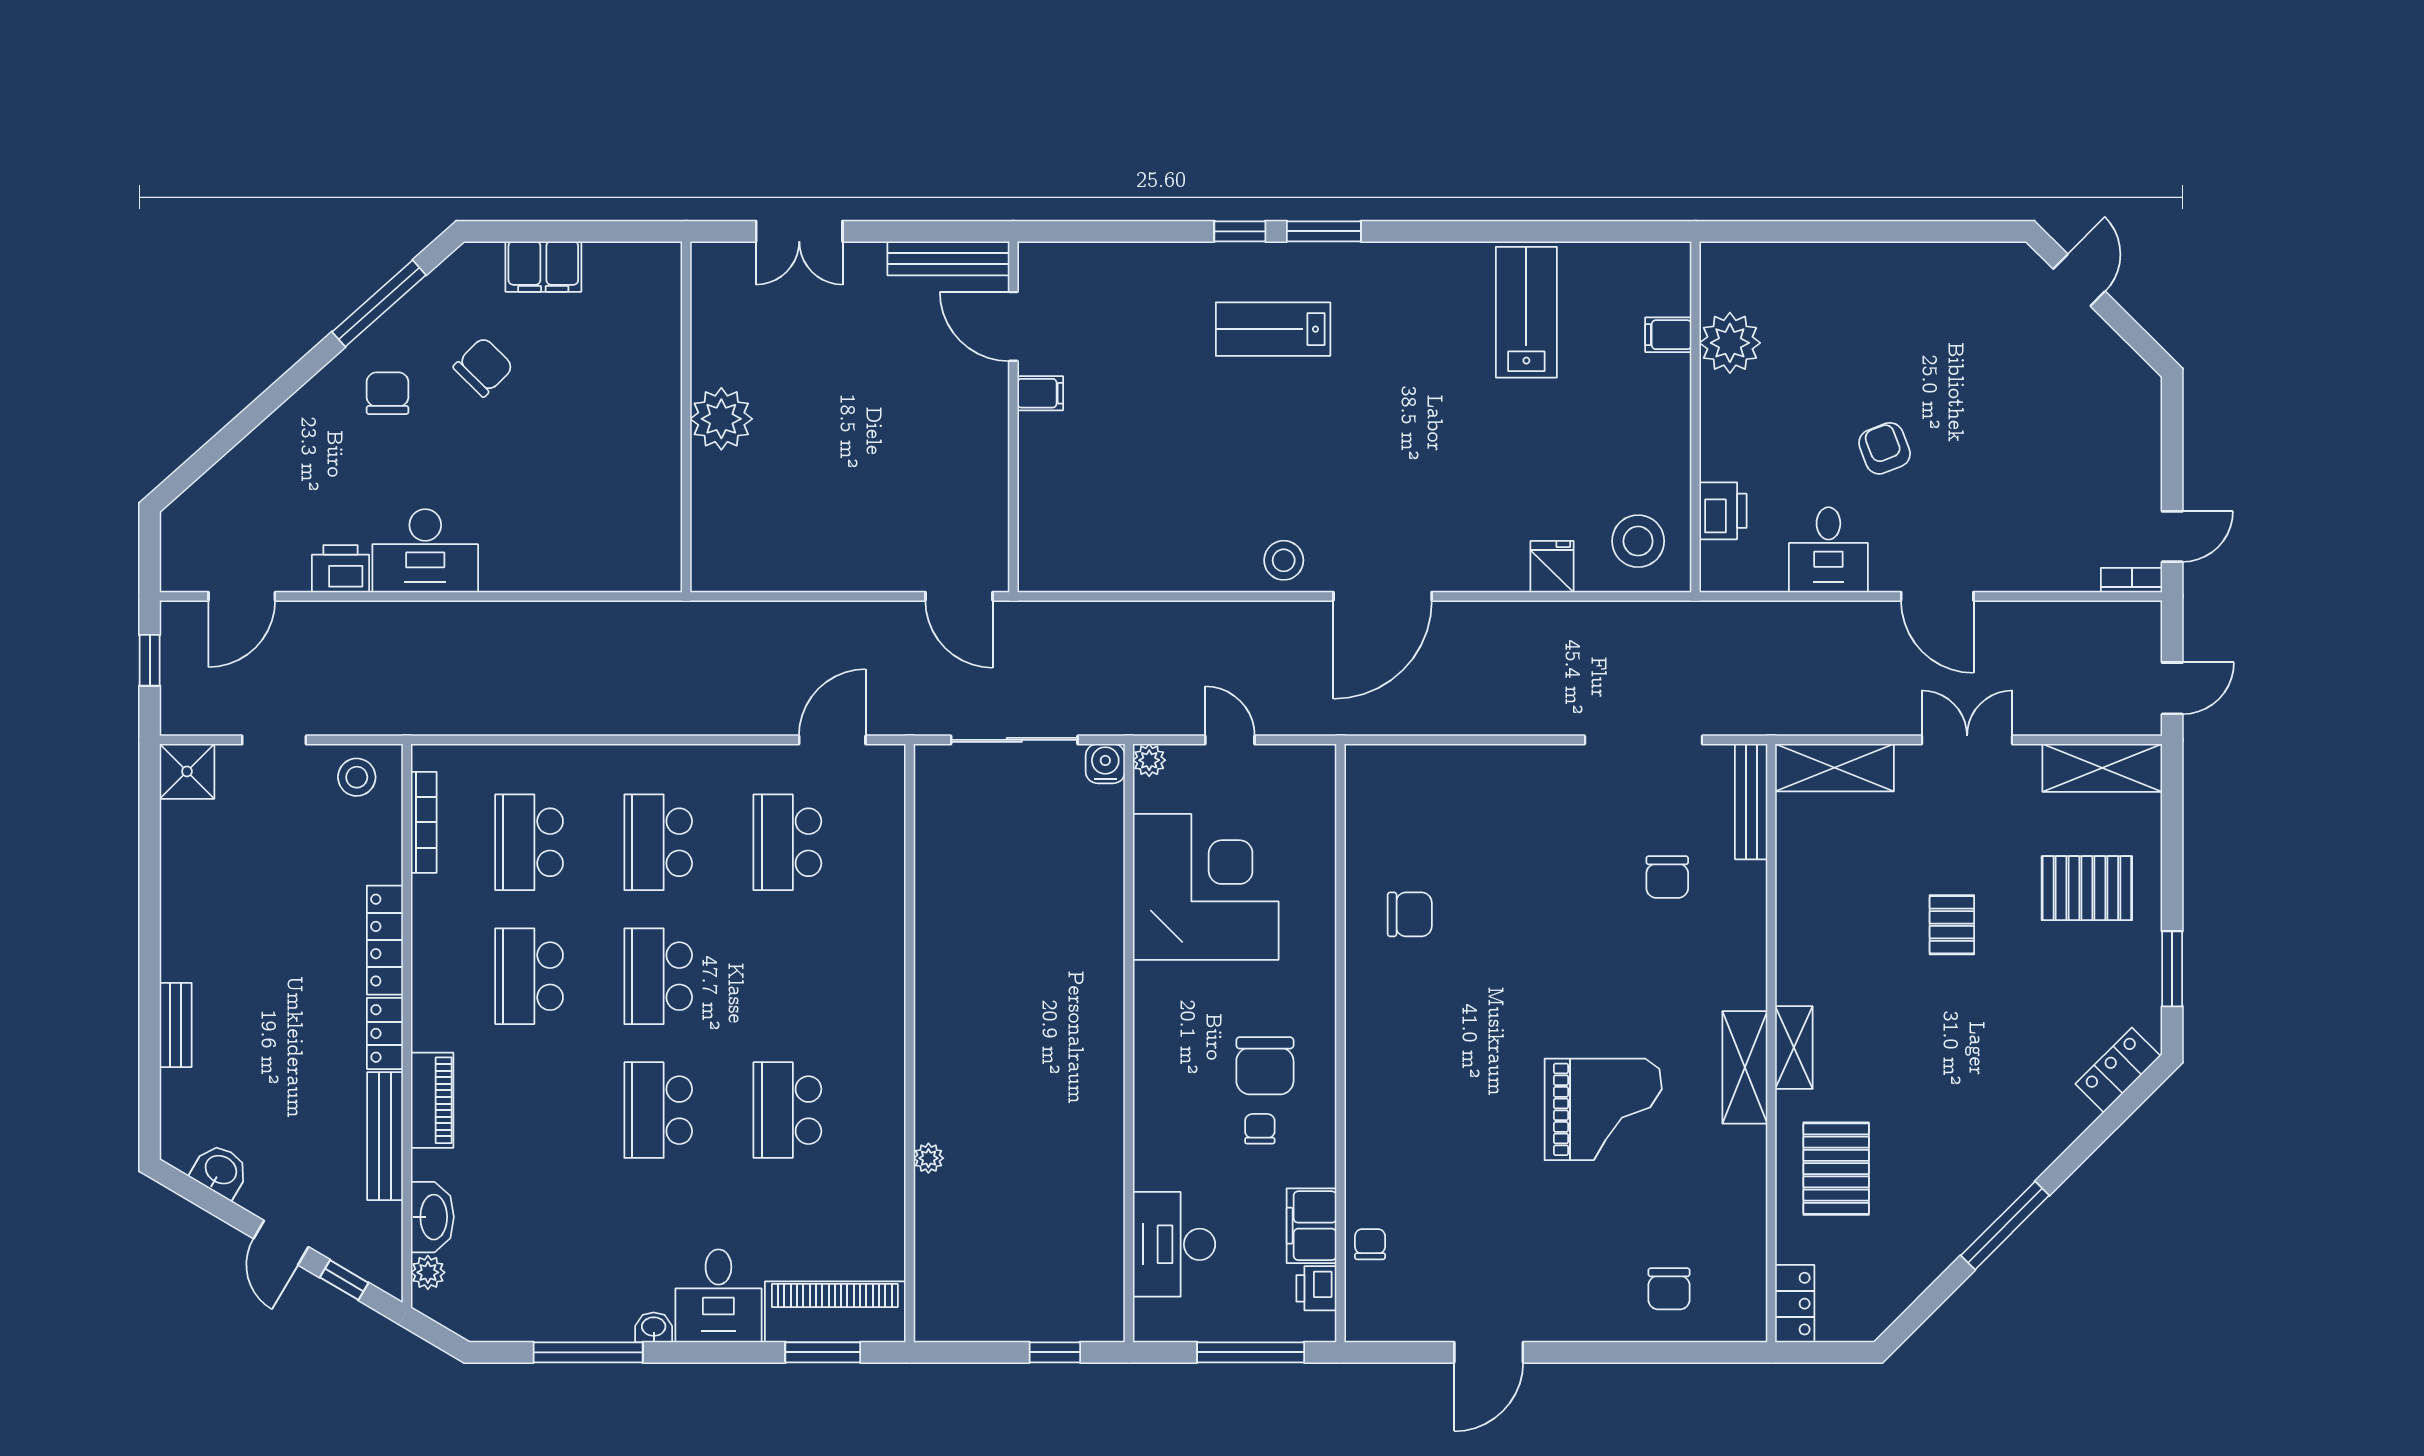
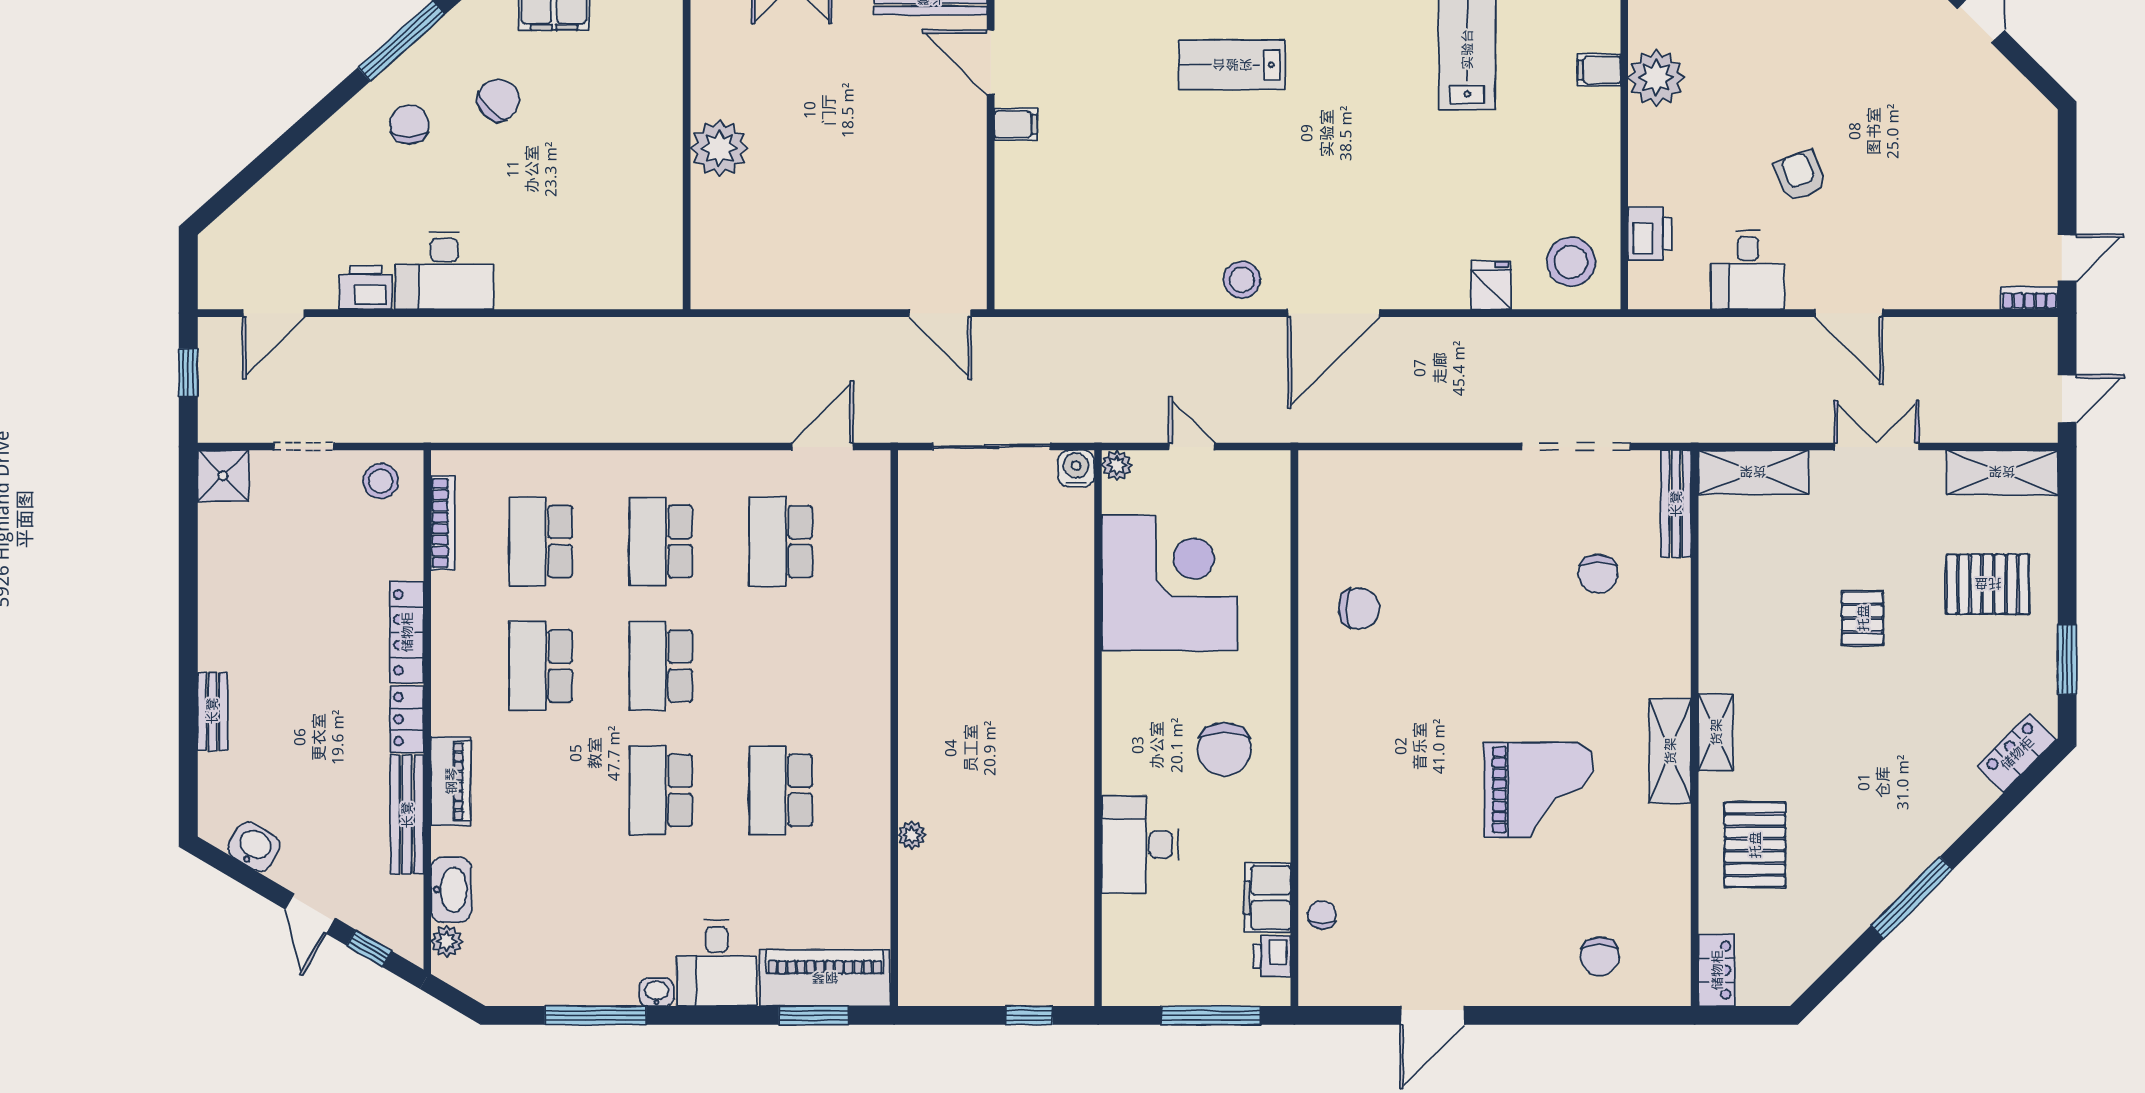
chair: (1260, 1129) -> (1220, 808), removed
desk: (1174, 1244) -> (1140, 844), moved

